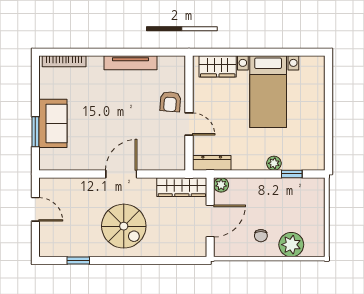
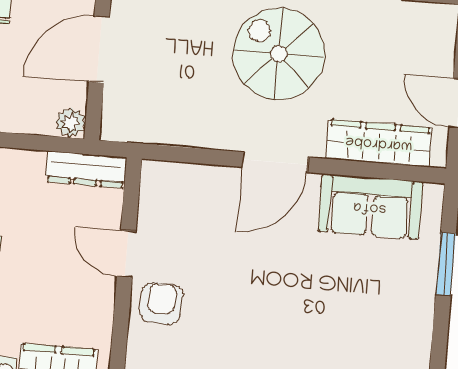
sofa: (53, 123) -> (370, 207), moved, turned -90
wardrobe: (182, 187) -> (379, 143), moved

